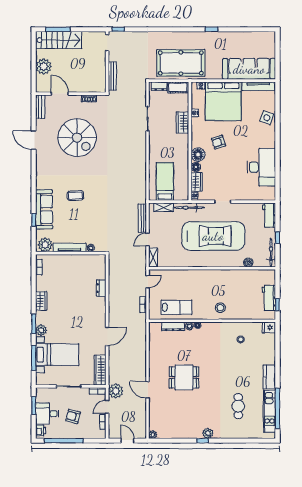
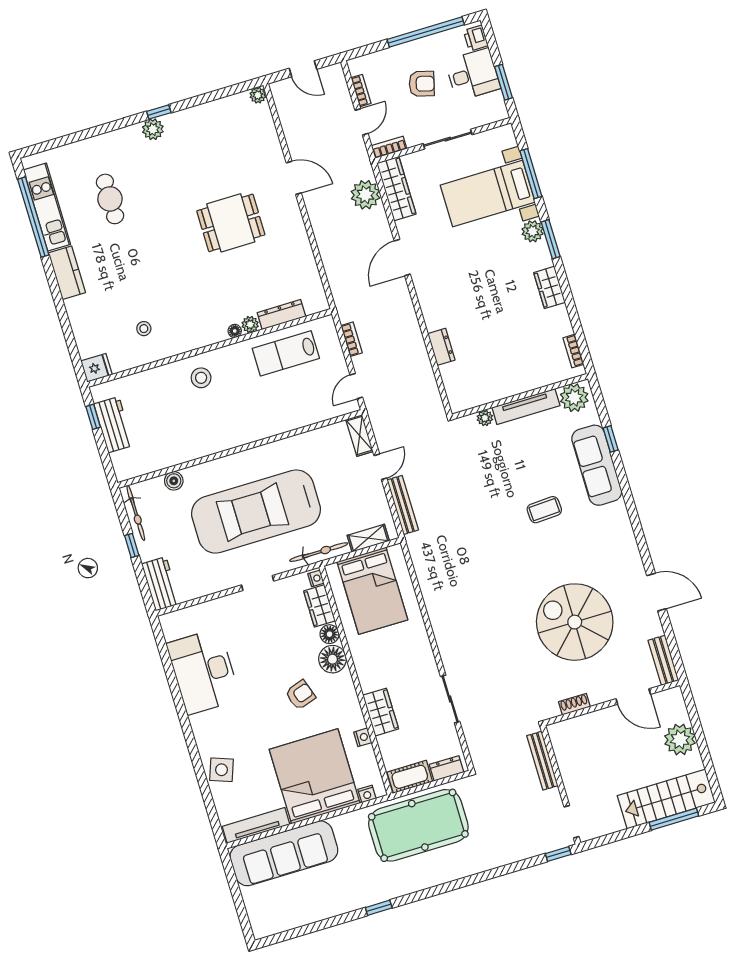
bed: (165, 182) -> (372, 591), width x1.50
plant: (116, 391) -> (365, 195), moved

